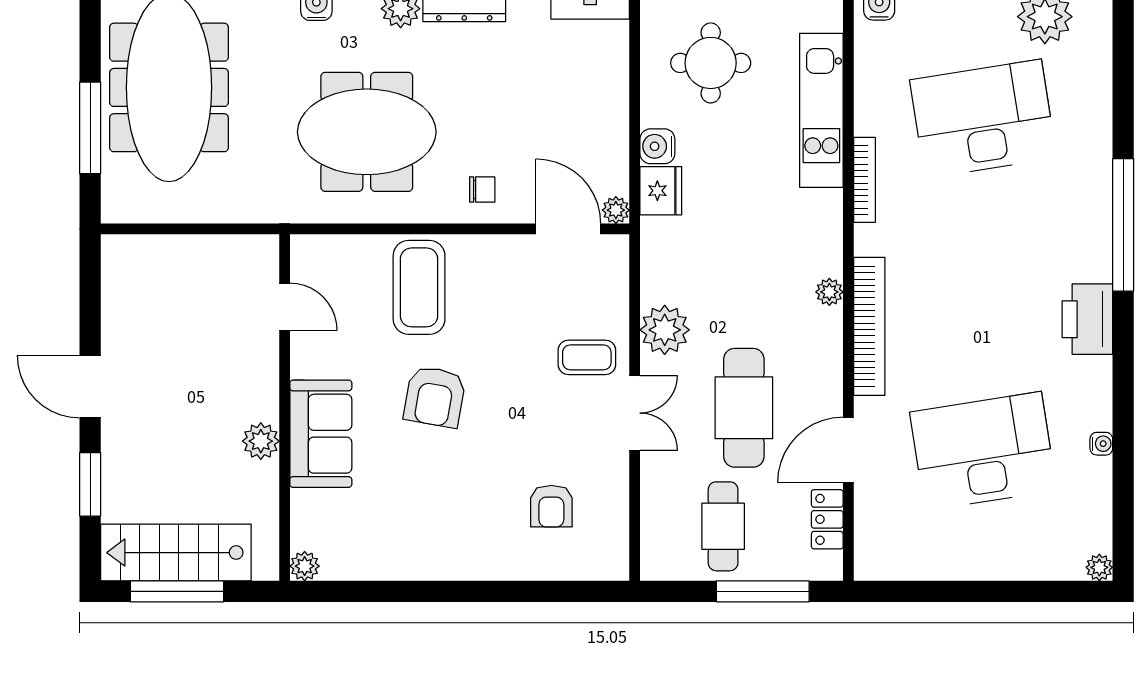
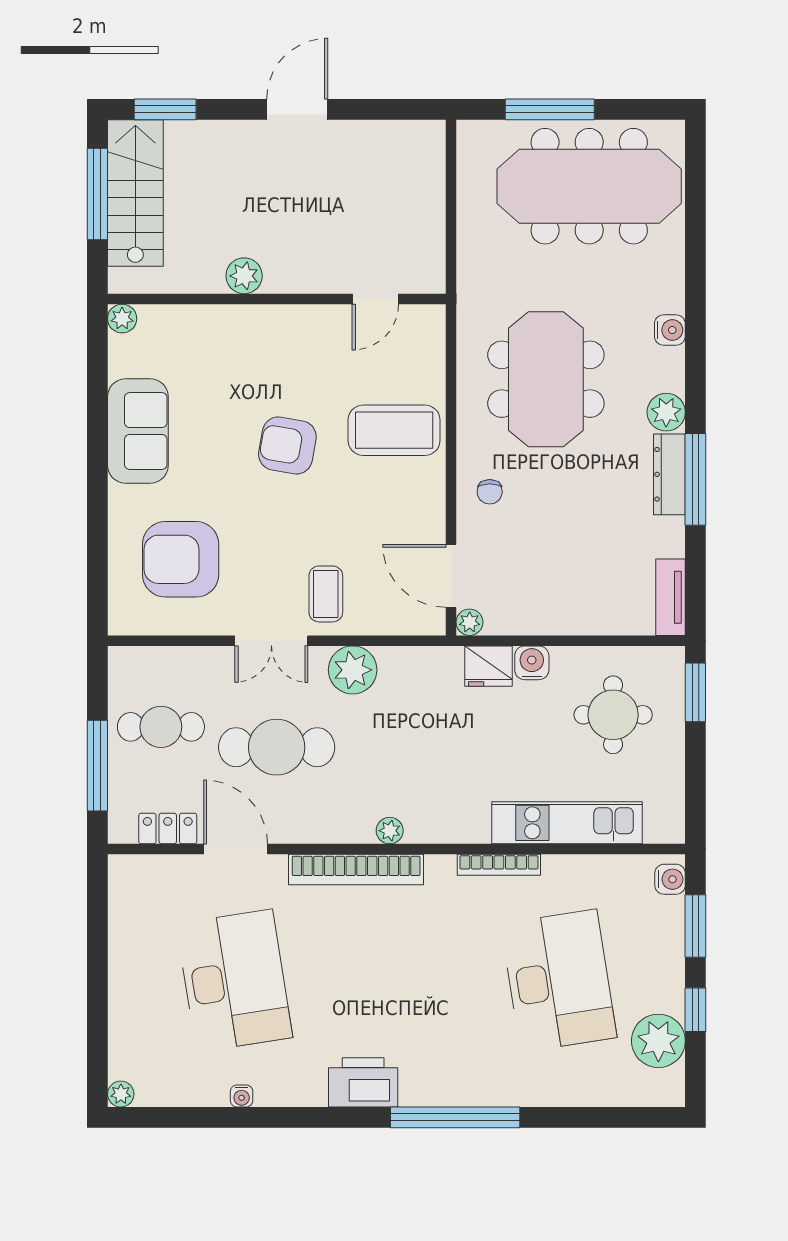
door: (568, 229) -> (451, 576), swing flipped
sofa: (321, 434) -> (138, 431), moved, turned -90
window: (90, 484) -> (165, 109), moved
armchair: (551, 506) -> (181, 559), width x1.88, depth x1.88

